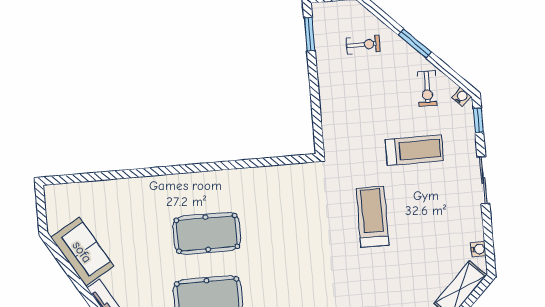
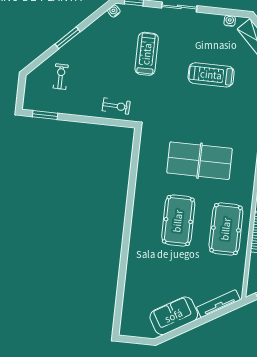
exercise bike: (427, 88) -> (116, 106), moved
treadmill: (372, 217) -> (211, 75), moved
table tennis table: (290, 246) -> (199, 161), added

